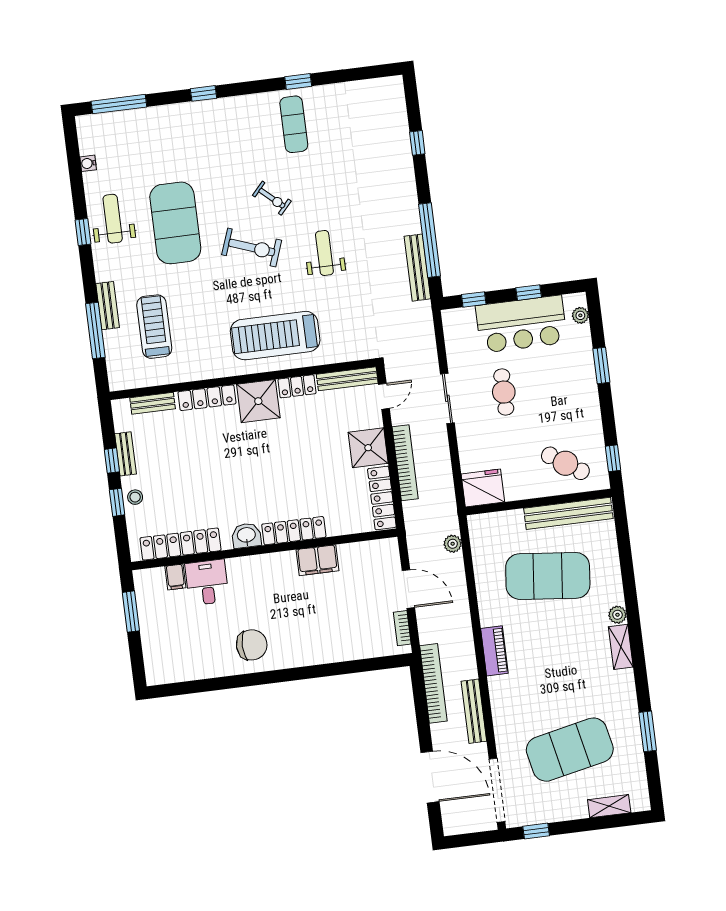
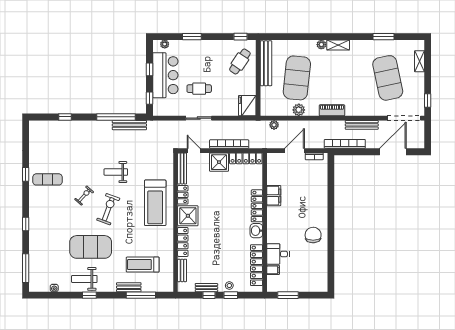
plant: (487, 587) -> (299, 110), added

